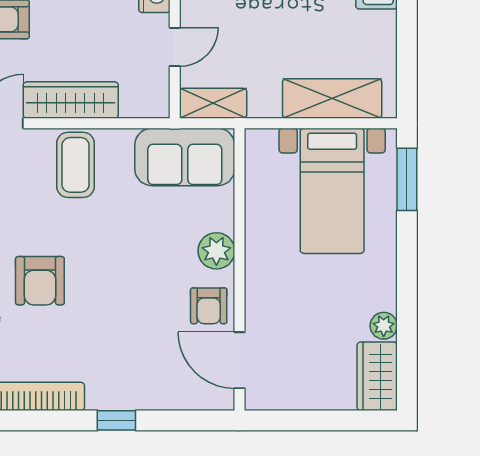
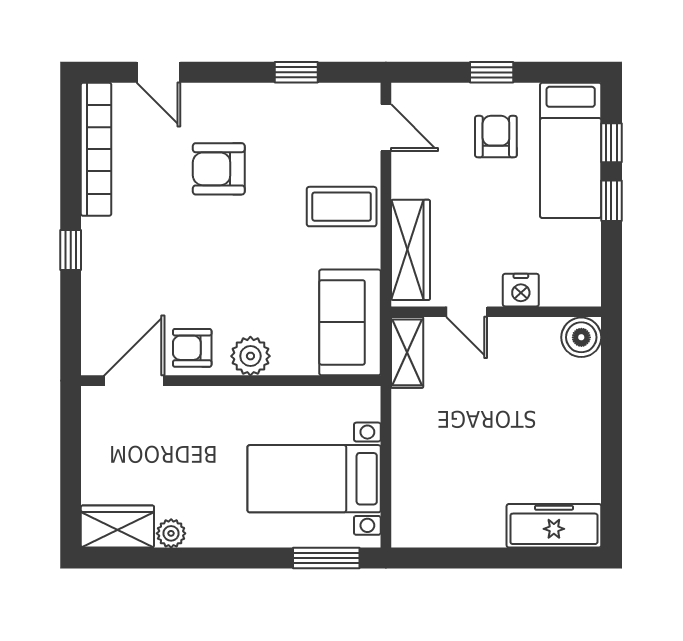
shelving: (332, 99) -> (412, 479), removed
wardrobe: (71, 100) -> (410, 250), moved

